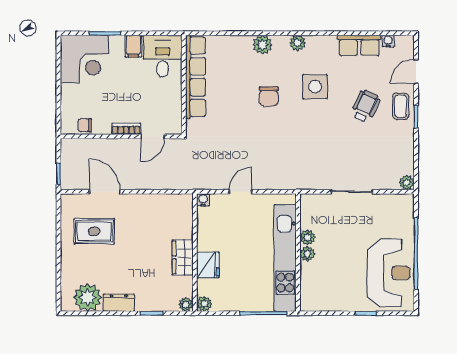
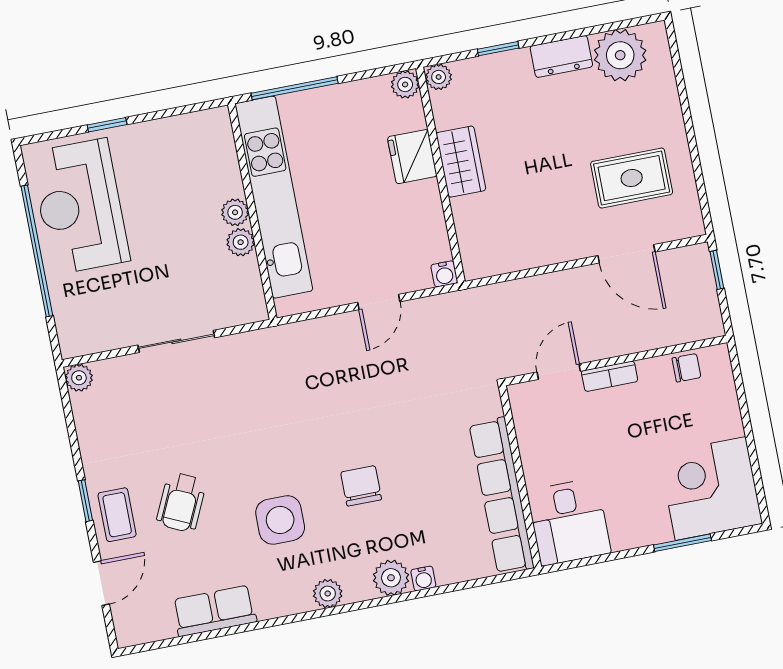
water cooler: (388, 41) -> (423, 578), moved
filing cabinet: (133, 46) -> (626, 529), removed

